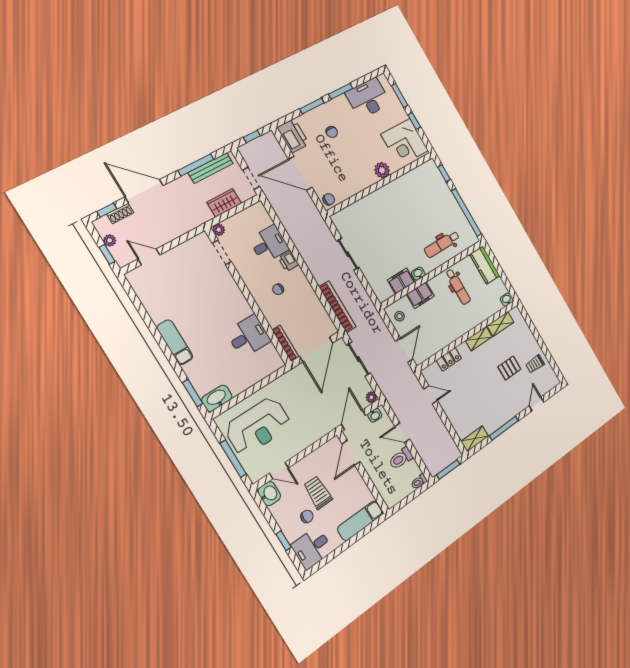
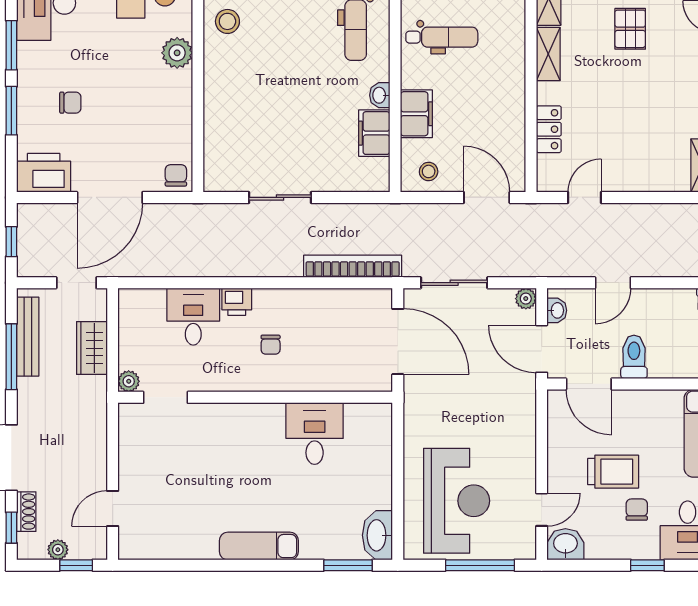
stool: (408, 186) -> (227, 21), added
bookcase: (286, 343) -> (359, 384), removed
toilet: (401, 458) -> (634, 357), moved, turned 180
trolley: (318, 492) -> (613, 472), turned 180

